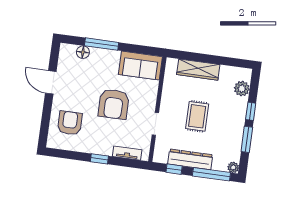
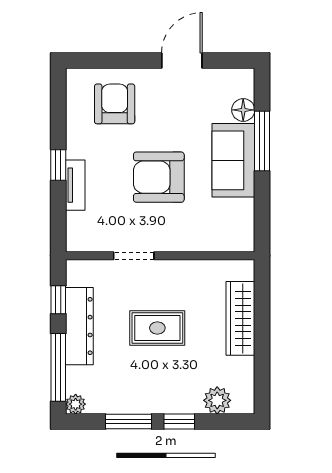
sofa: (140, 66) -> (233, 160), moved
armchair: (70, 123) -> (115, 104), turned -90
tv unit: (127, 153) -> (75, 185), moved

